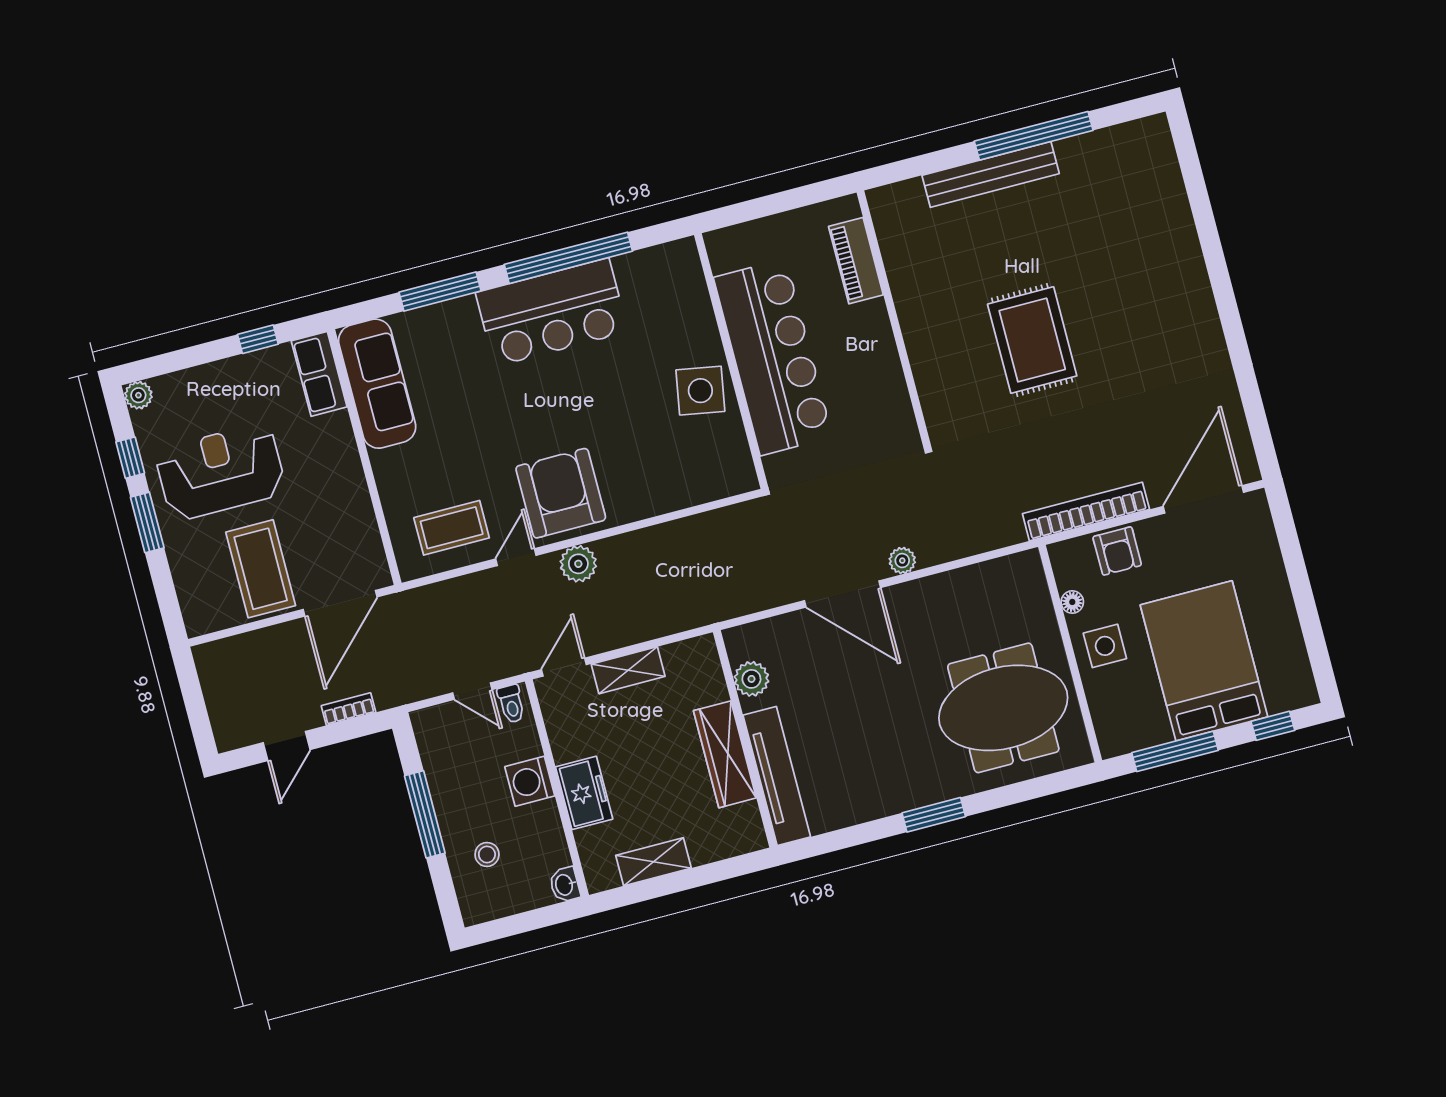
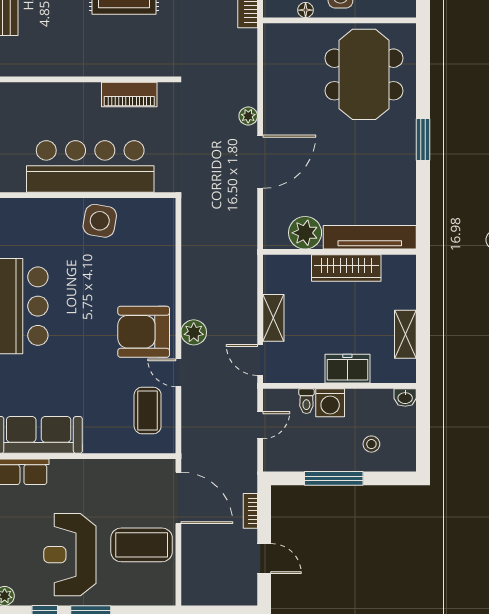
piano: (856, 261) -> (129, 94), moved
plant: (751, 679) -> (305, 233), width x1.36, depth x1.36
toilet: (511, 704) -> (306, 401), moved, turned 90

